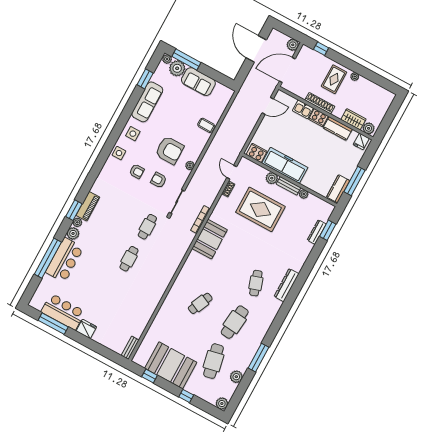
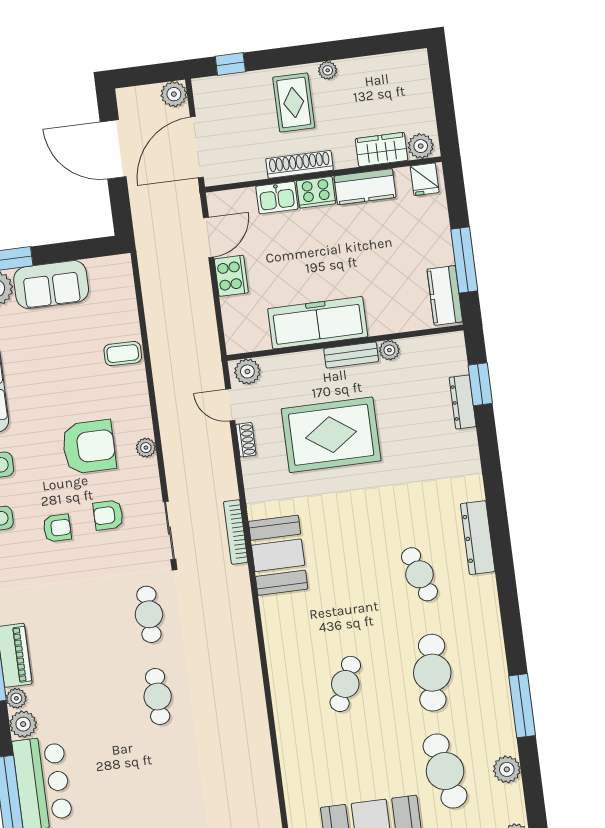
cooker: (257, 153) -> (231, 276), moved, turned 90
plant: (272, 178) -> (247, 371), moved

